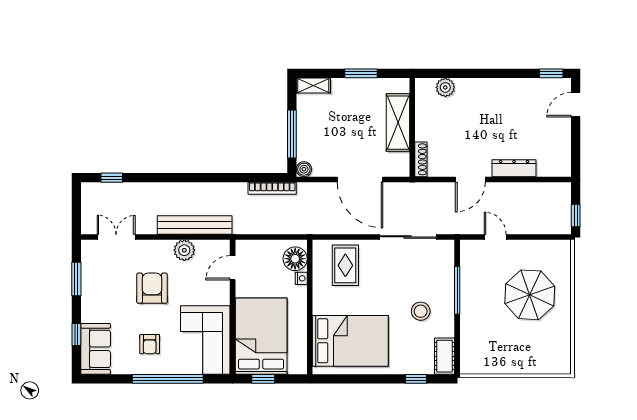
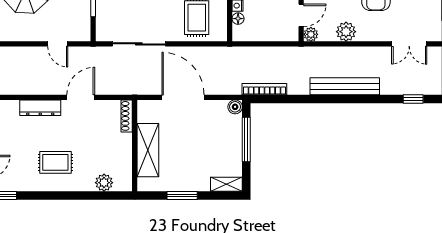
rug: (498, 109) -> (55, 162), added
bench: (195, 225) -> (345, 86), moved
plant: (222, 247) -> (311, 34), added
floor lamp: (295, 259) -> (238, 19), width x0.53, depth x0.53

